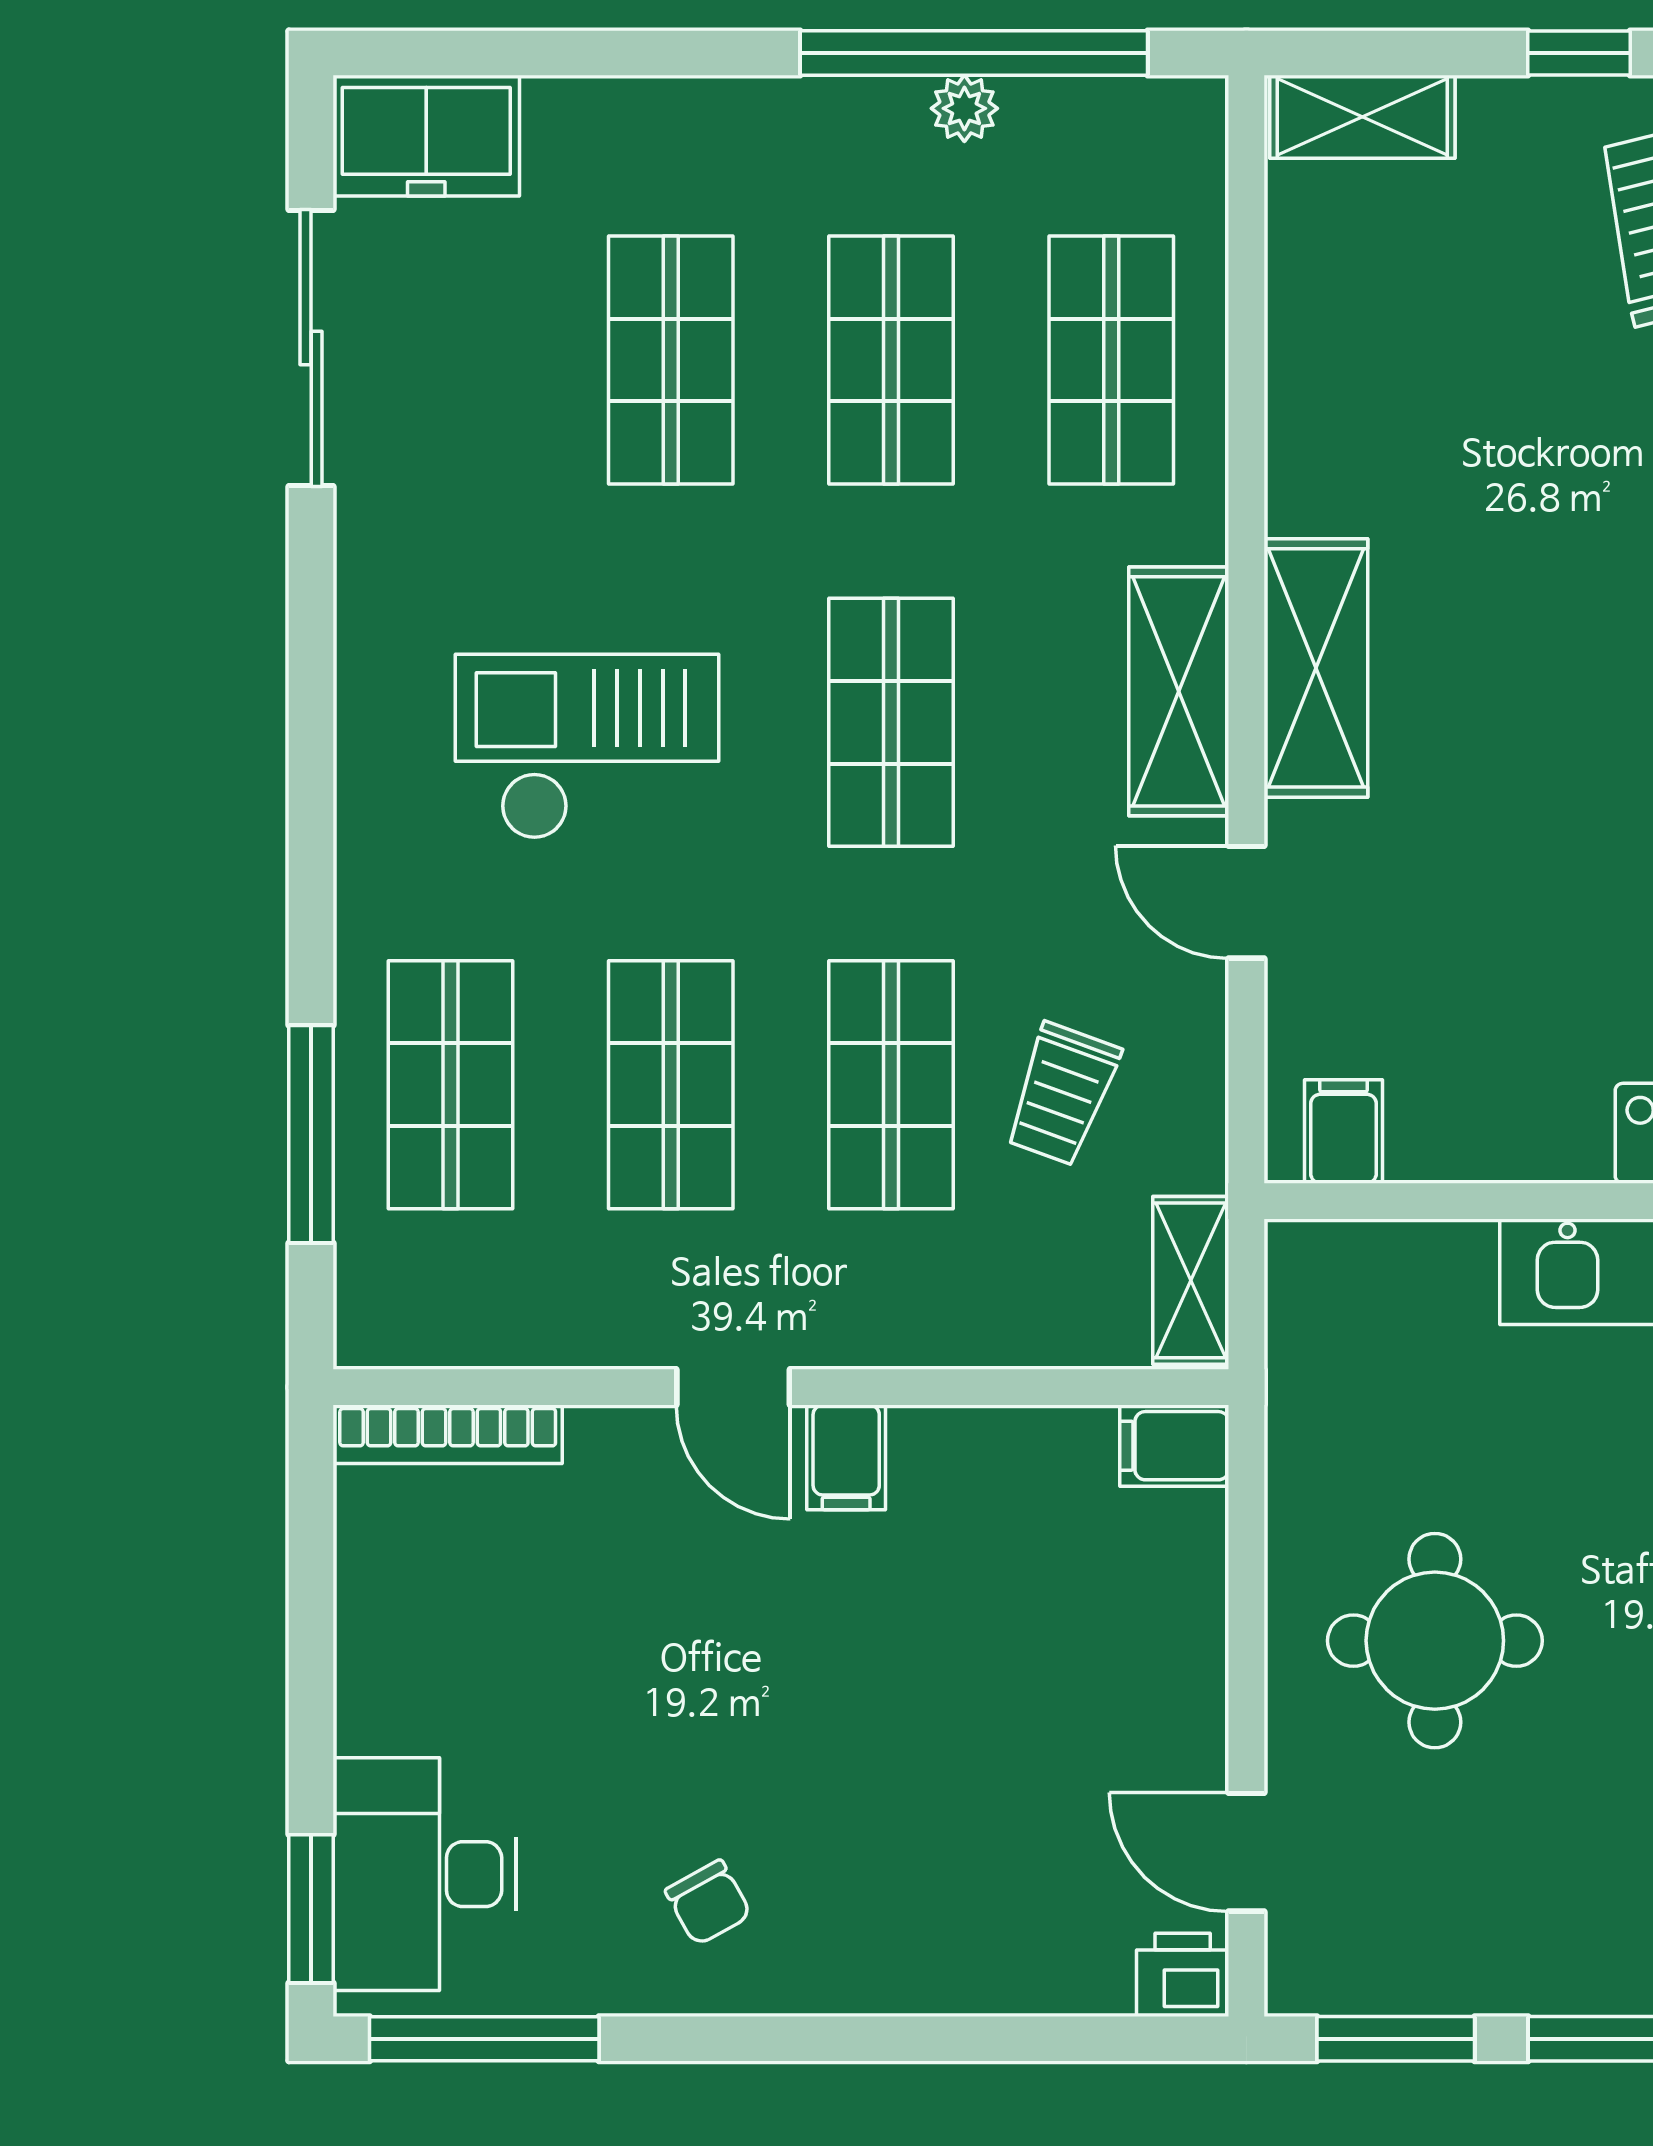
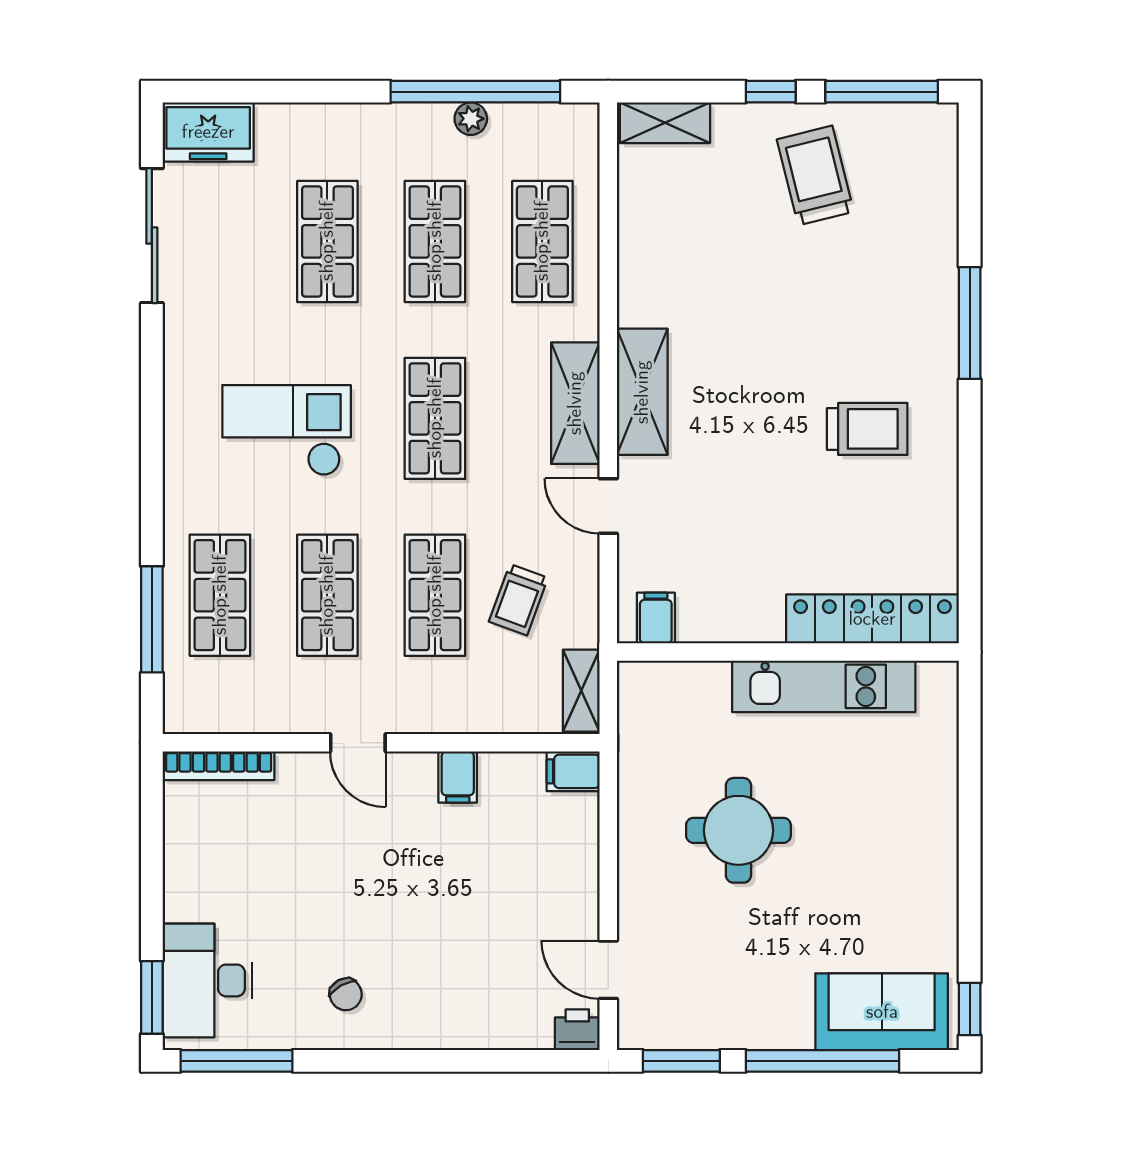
filing cabinet: (846, 1457) -> (458, 777), moved
round table: (1435, 1641) -> (738, 830), moved

